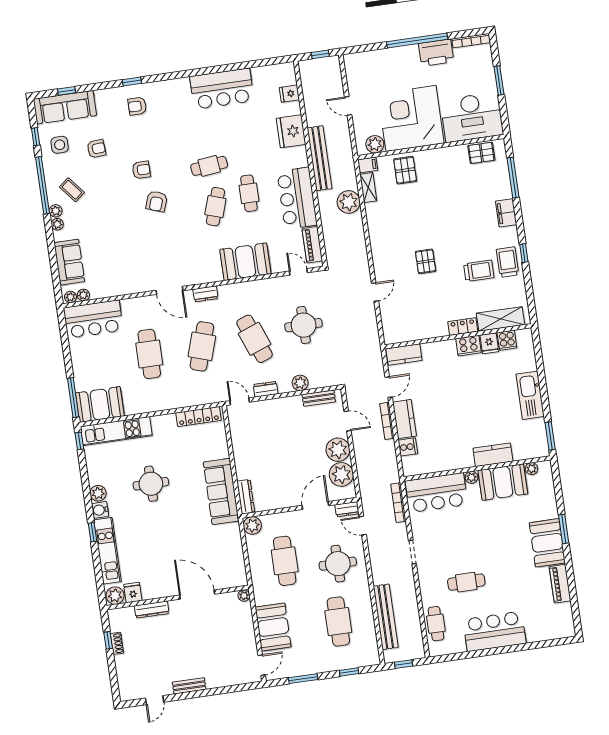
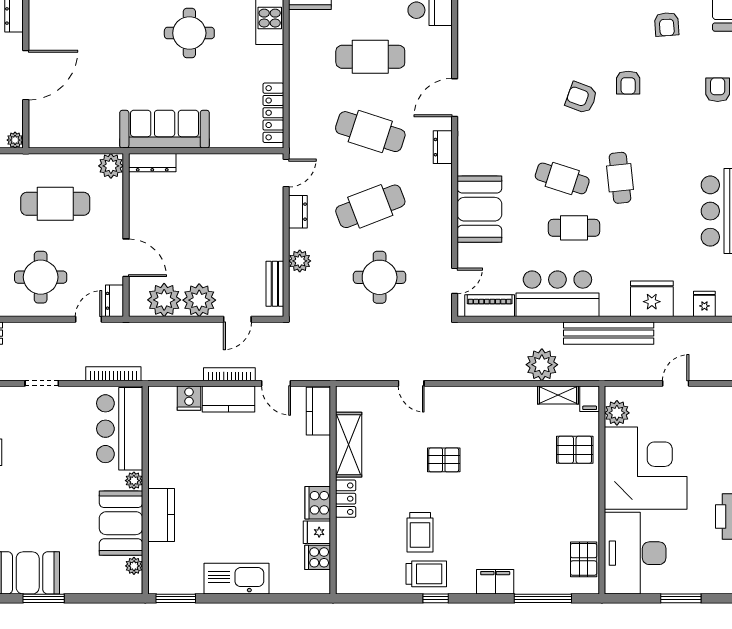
shelving: (501, 319) -> (349, 445), moved

